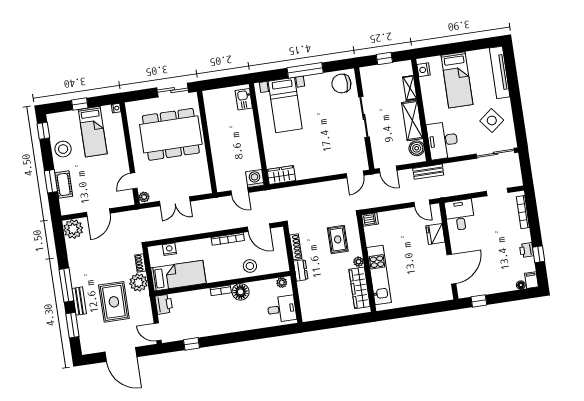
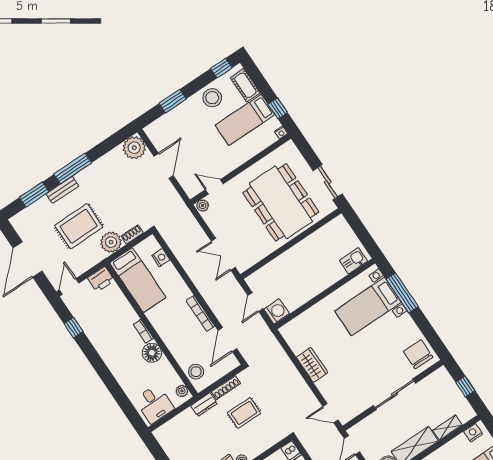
window: (305, 70) -> (402, 293), moved
window: (80, 104) -> (278, 108), moved
wardrobe: (281, 175) -> (312, 365), moved
cot: (64, 184) -> (245, 85), moved, turned 90
double door: (175, 201) -> (223, 254), moved
door: (98, 213) -> (164, 166), swing flipped
rug: (338, 239) -> (244, 413), moved
stool: (250, 266) -> (196, 372), moved

